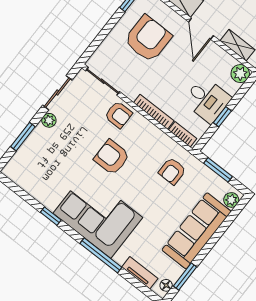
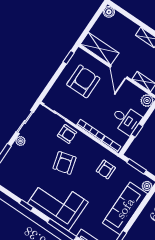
armchair: (112, 157) -> (65, 163), turned -105

